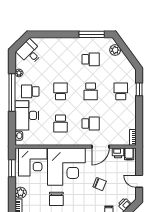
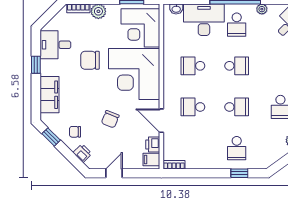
school desk: (30, 91) -> (237, 25), turned 180
school desk: (91, 91) -> (237, 107), turned 180
school desk: (121, 91) -> (237, 148), turned 90
school desk: (91, 123) -> (193, 107), turned 90

